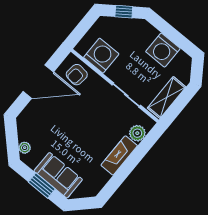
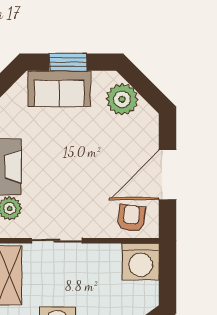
washing machine: (101, 56) -> (141, 262), moved
plant: (25, 148) -> (122, 99), width x1.88, depth x1.88

